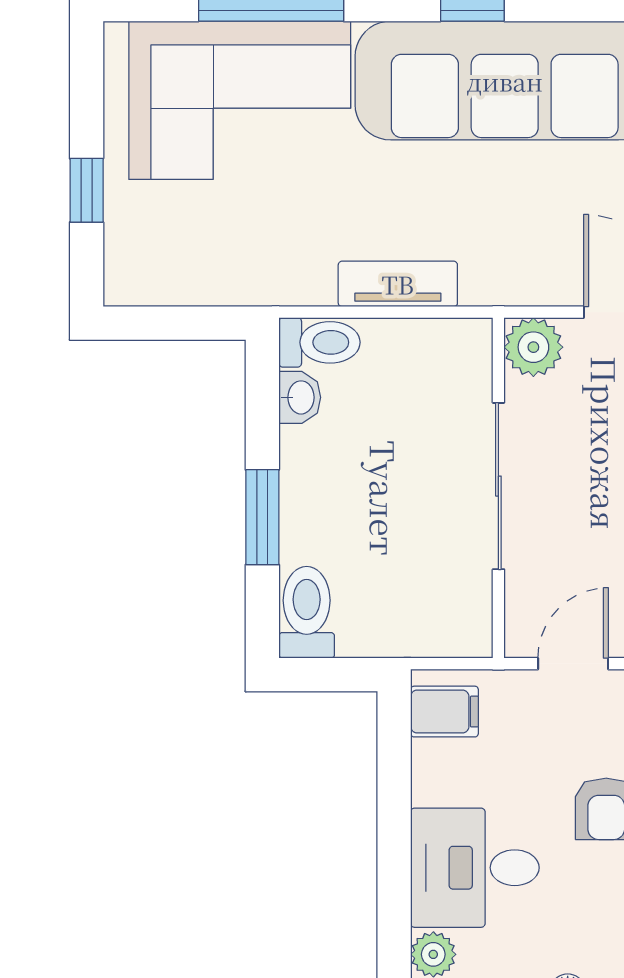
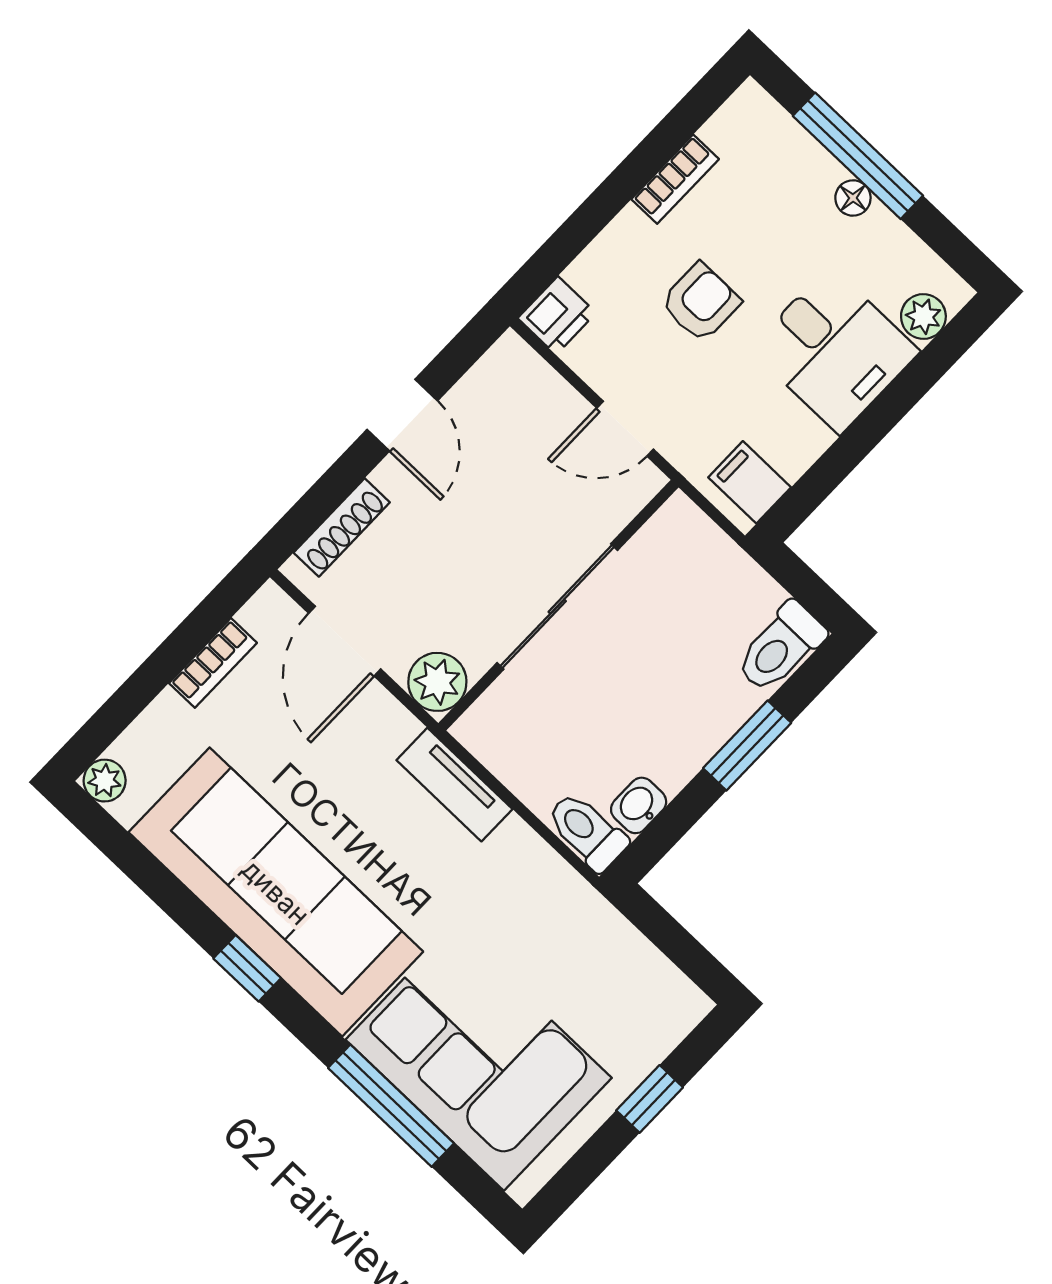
tv unit: (398, 284) -> (454, 785), moved

